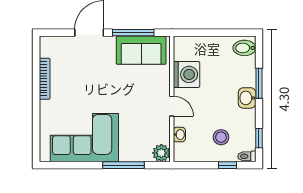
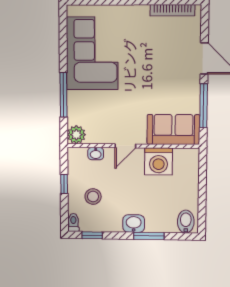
sofa: (141, 50) -> (173, 129), moved, turned 90
bookcase: (45, 79) -> (172, 10), moved
window: (228, 165) -> (64, 184), moved

